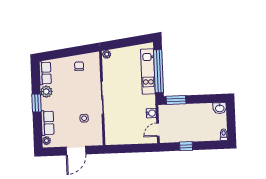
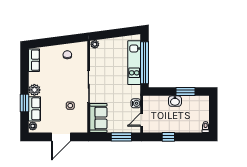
plant: (46, 92) -> (34, 90), moved
window: (176, 100) -> (186, 92), moved
window: (36, 103) -> (24, 103), moved
washbasin: (220, 108) -> (175, 101), moved
sofa: (114, 130) -> (98, 118), added
window: (138, 148) -> (121, 137), added

